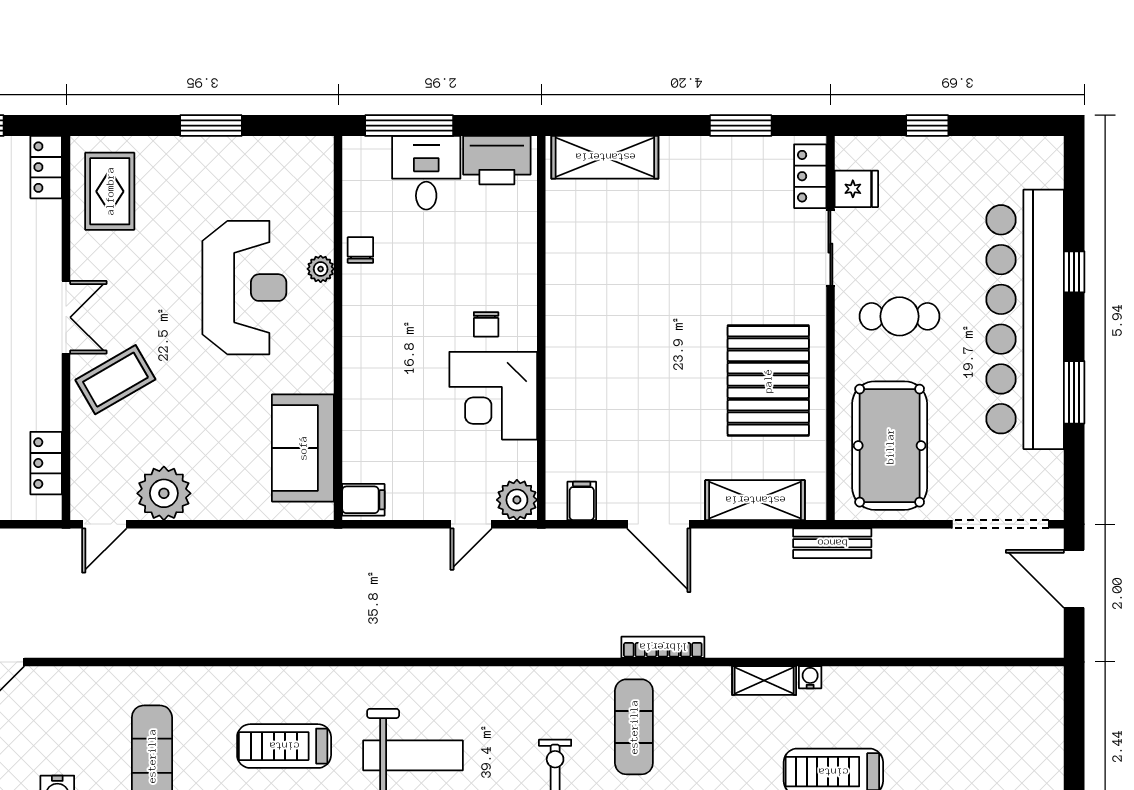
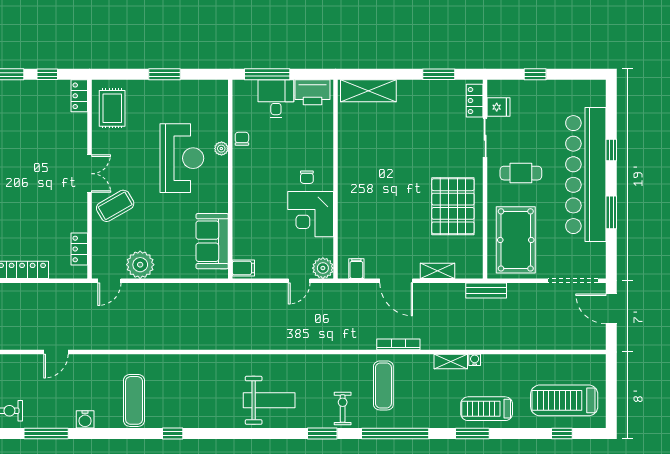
shelving: (755, 500) -> (438, 271), width x0.67, depth x0.75
treadmill: (284, 746) -> (564, 400), moved, width x1.37, depth x1.38

